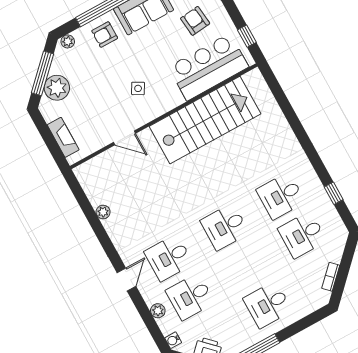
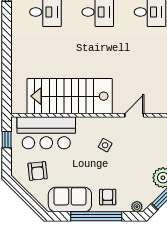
armchair: (105, 35) -> (108, 197), turned -90
door: (124, 138) -> (134, 115), hinge flipped

